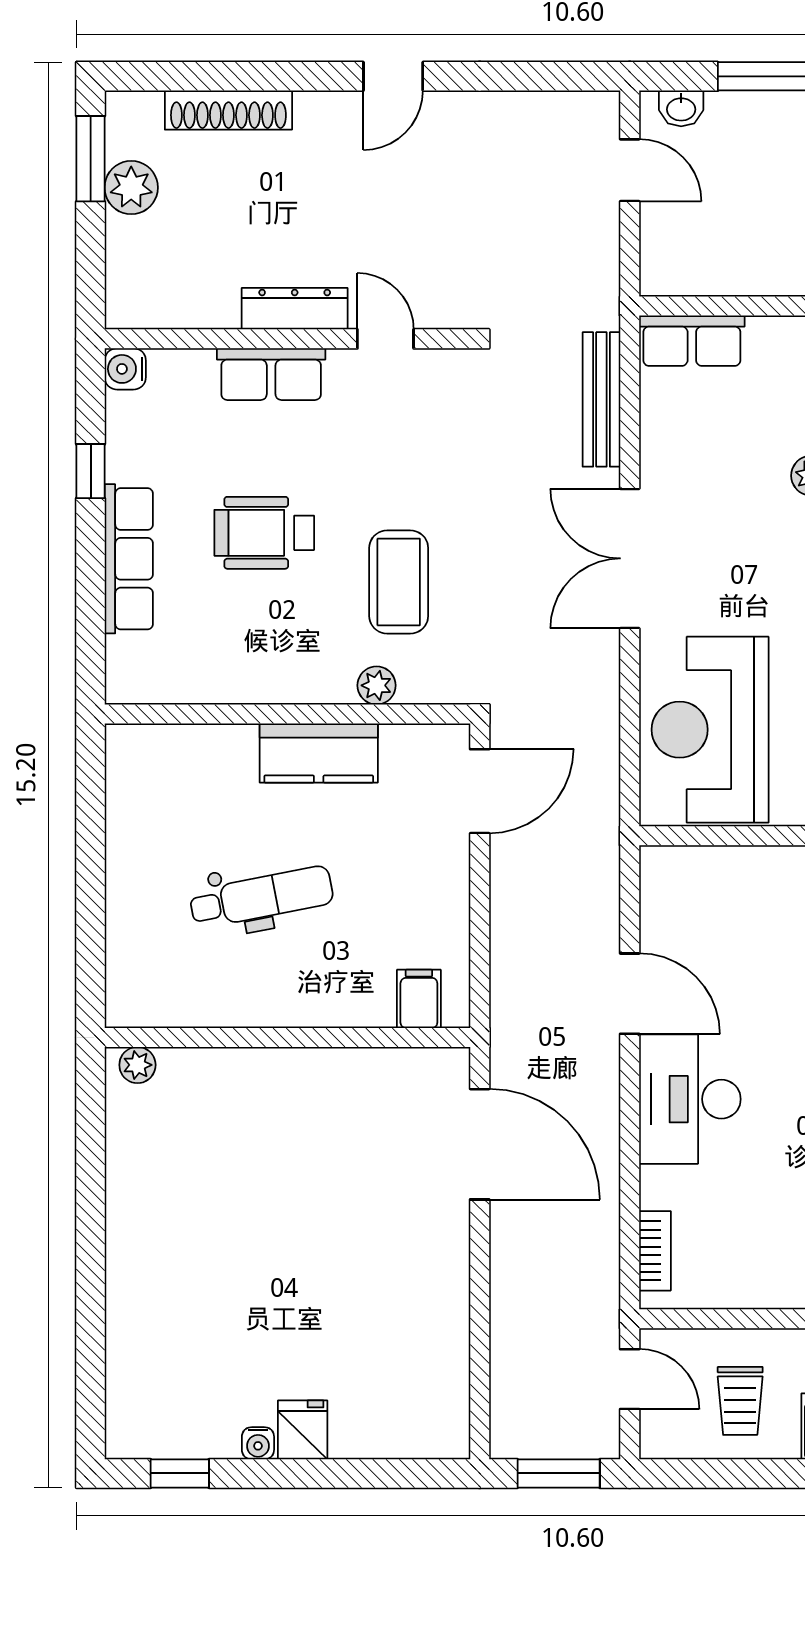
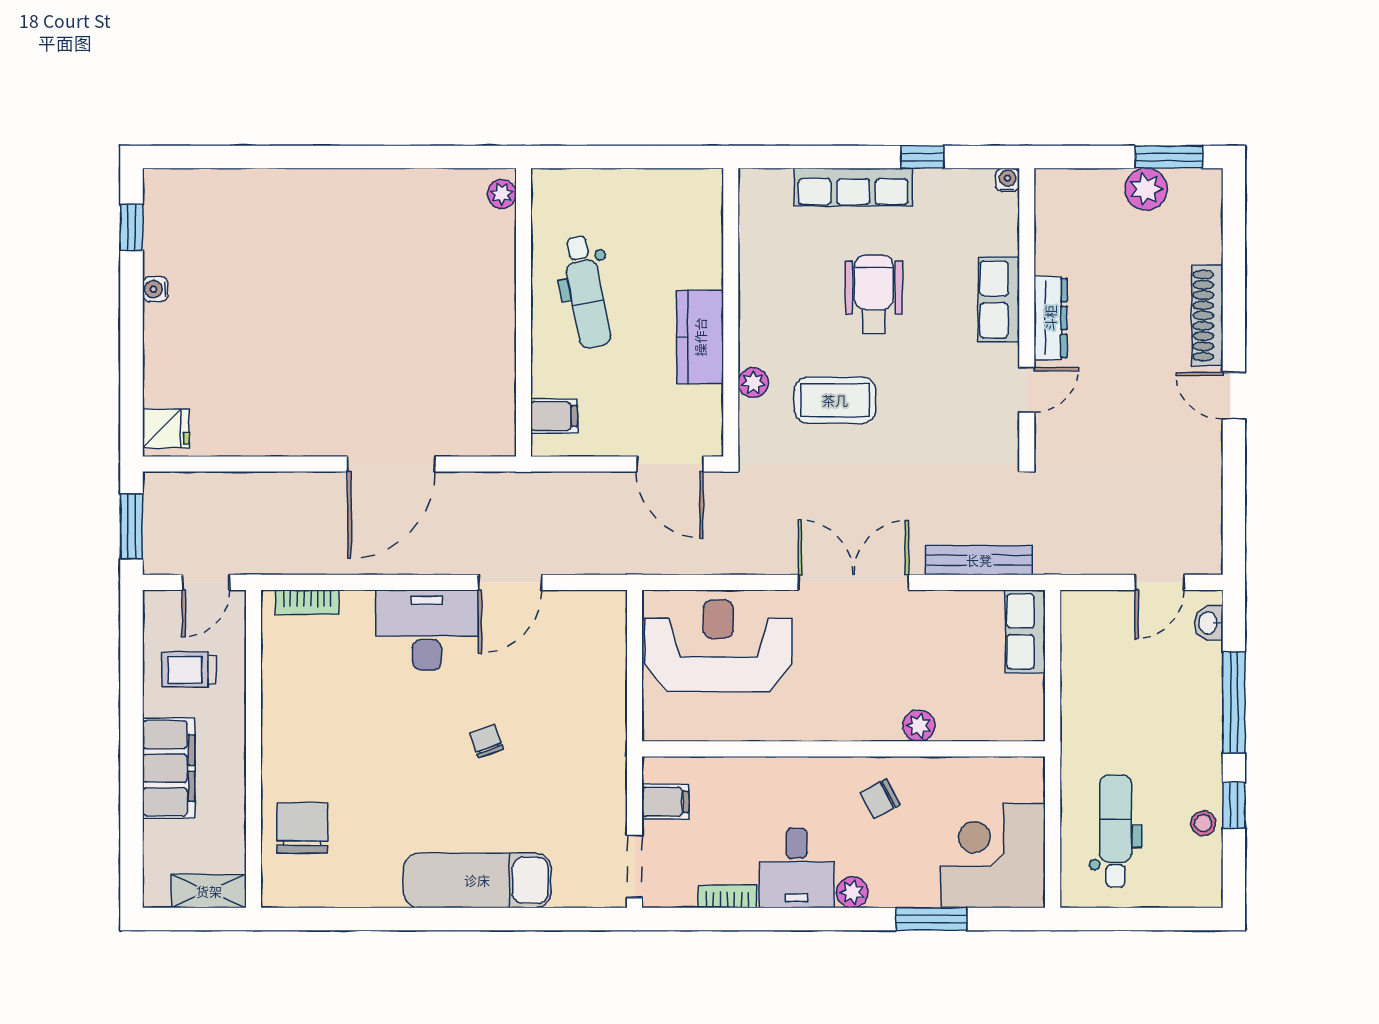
shoe rack: (228, 110) -> (1207, 316), moved
water cooler: (125, 369) -> (1008, 180), width x0.72, depth x0.72
filing cabinet: (419, 999) -> (554, 416), moved
wall: (287, 1037) -> (524, 312), moved
plant: (137, 1065) -> (502, 194), moved
fridge: (303, 1430) -> (166, 428), moved

